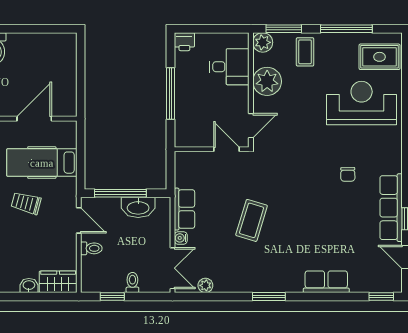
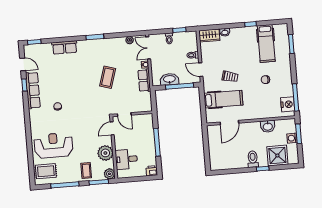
reception desk: (362, 103) -> (53, 145), turned 180

